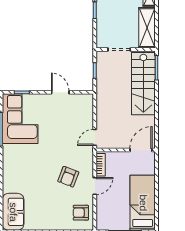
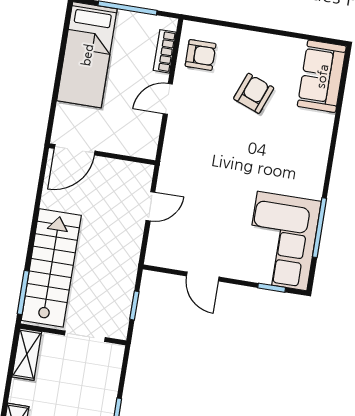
shelving: (147, 28) -> (27, 354), width x0.67, depth x0.75
door: (95, 137) -> (150, 206), moved
bookcase: (101, 165) -> (165, 51), moved
armchair: (68, 177) -> (254, 93), moved

